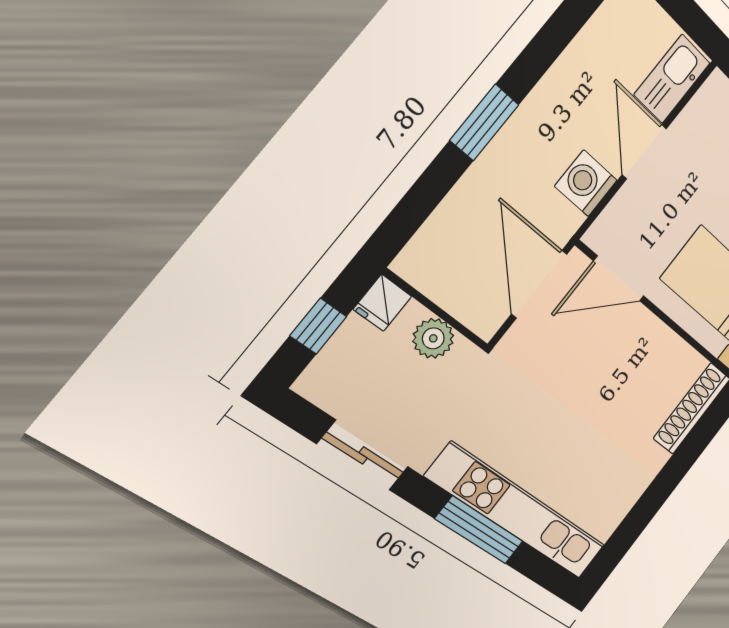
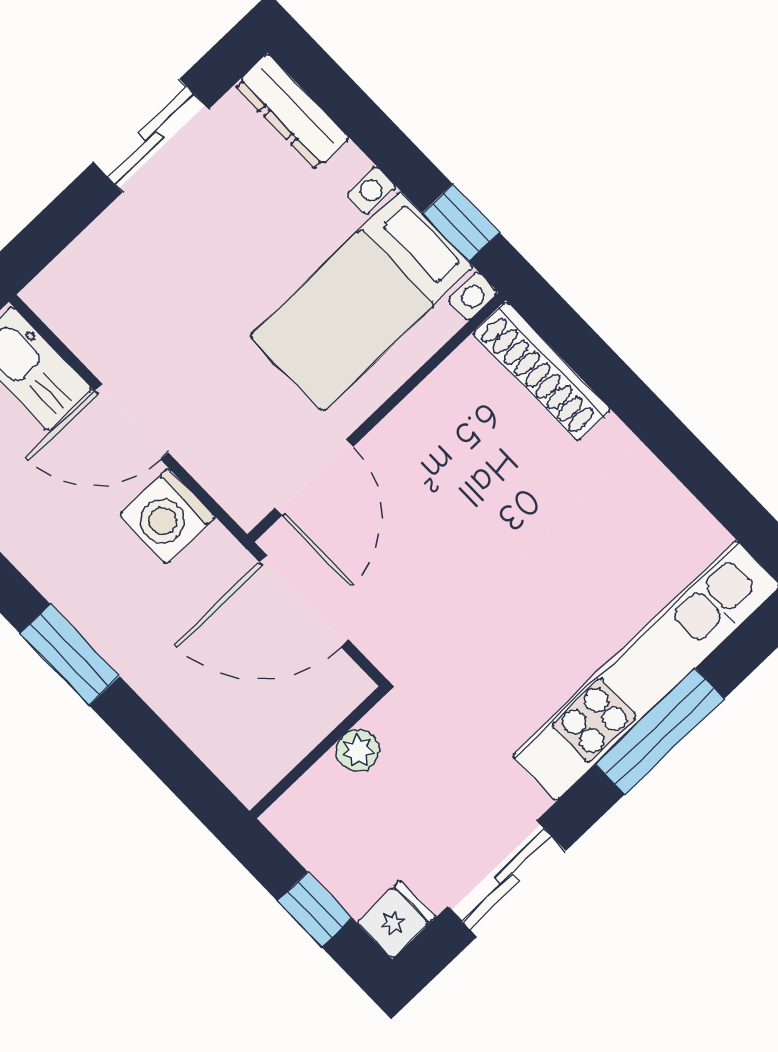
fridge: (383, 303) -> (397, 920), moved, turned -90
plant: (433, 338) -> (358, 750), width x0.73, depth x0.73

